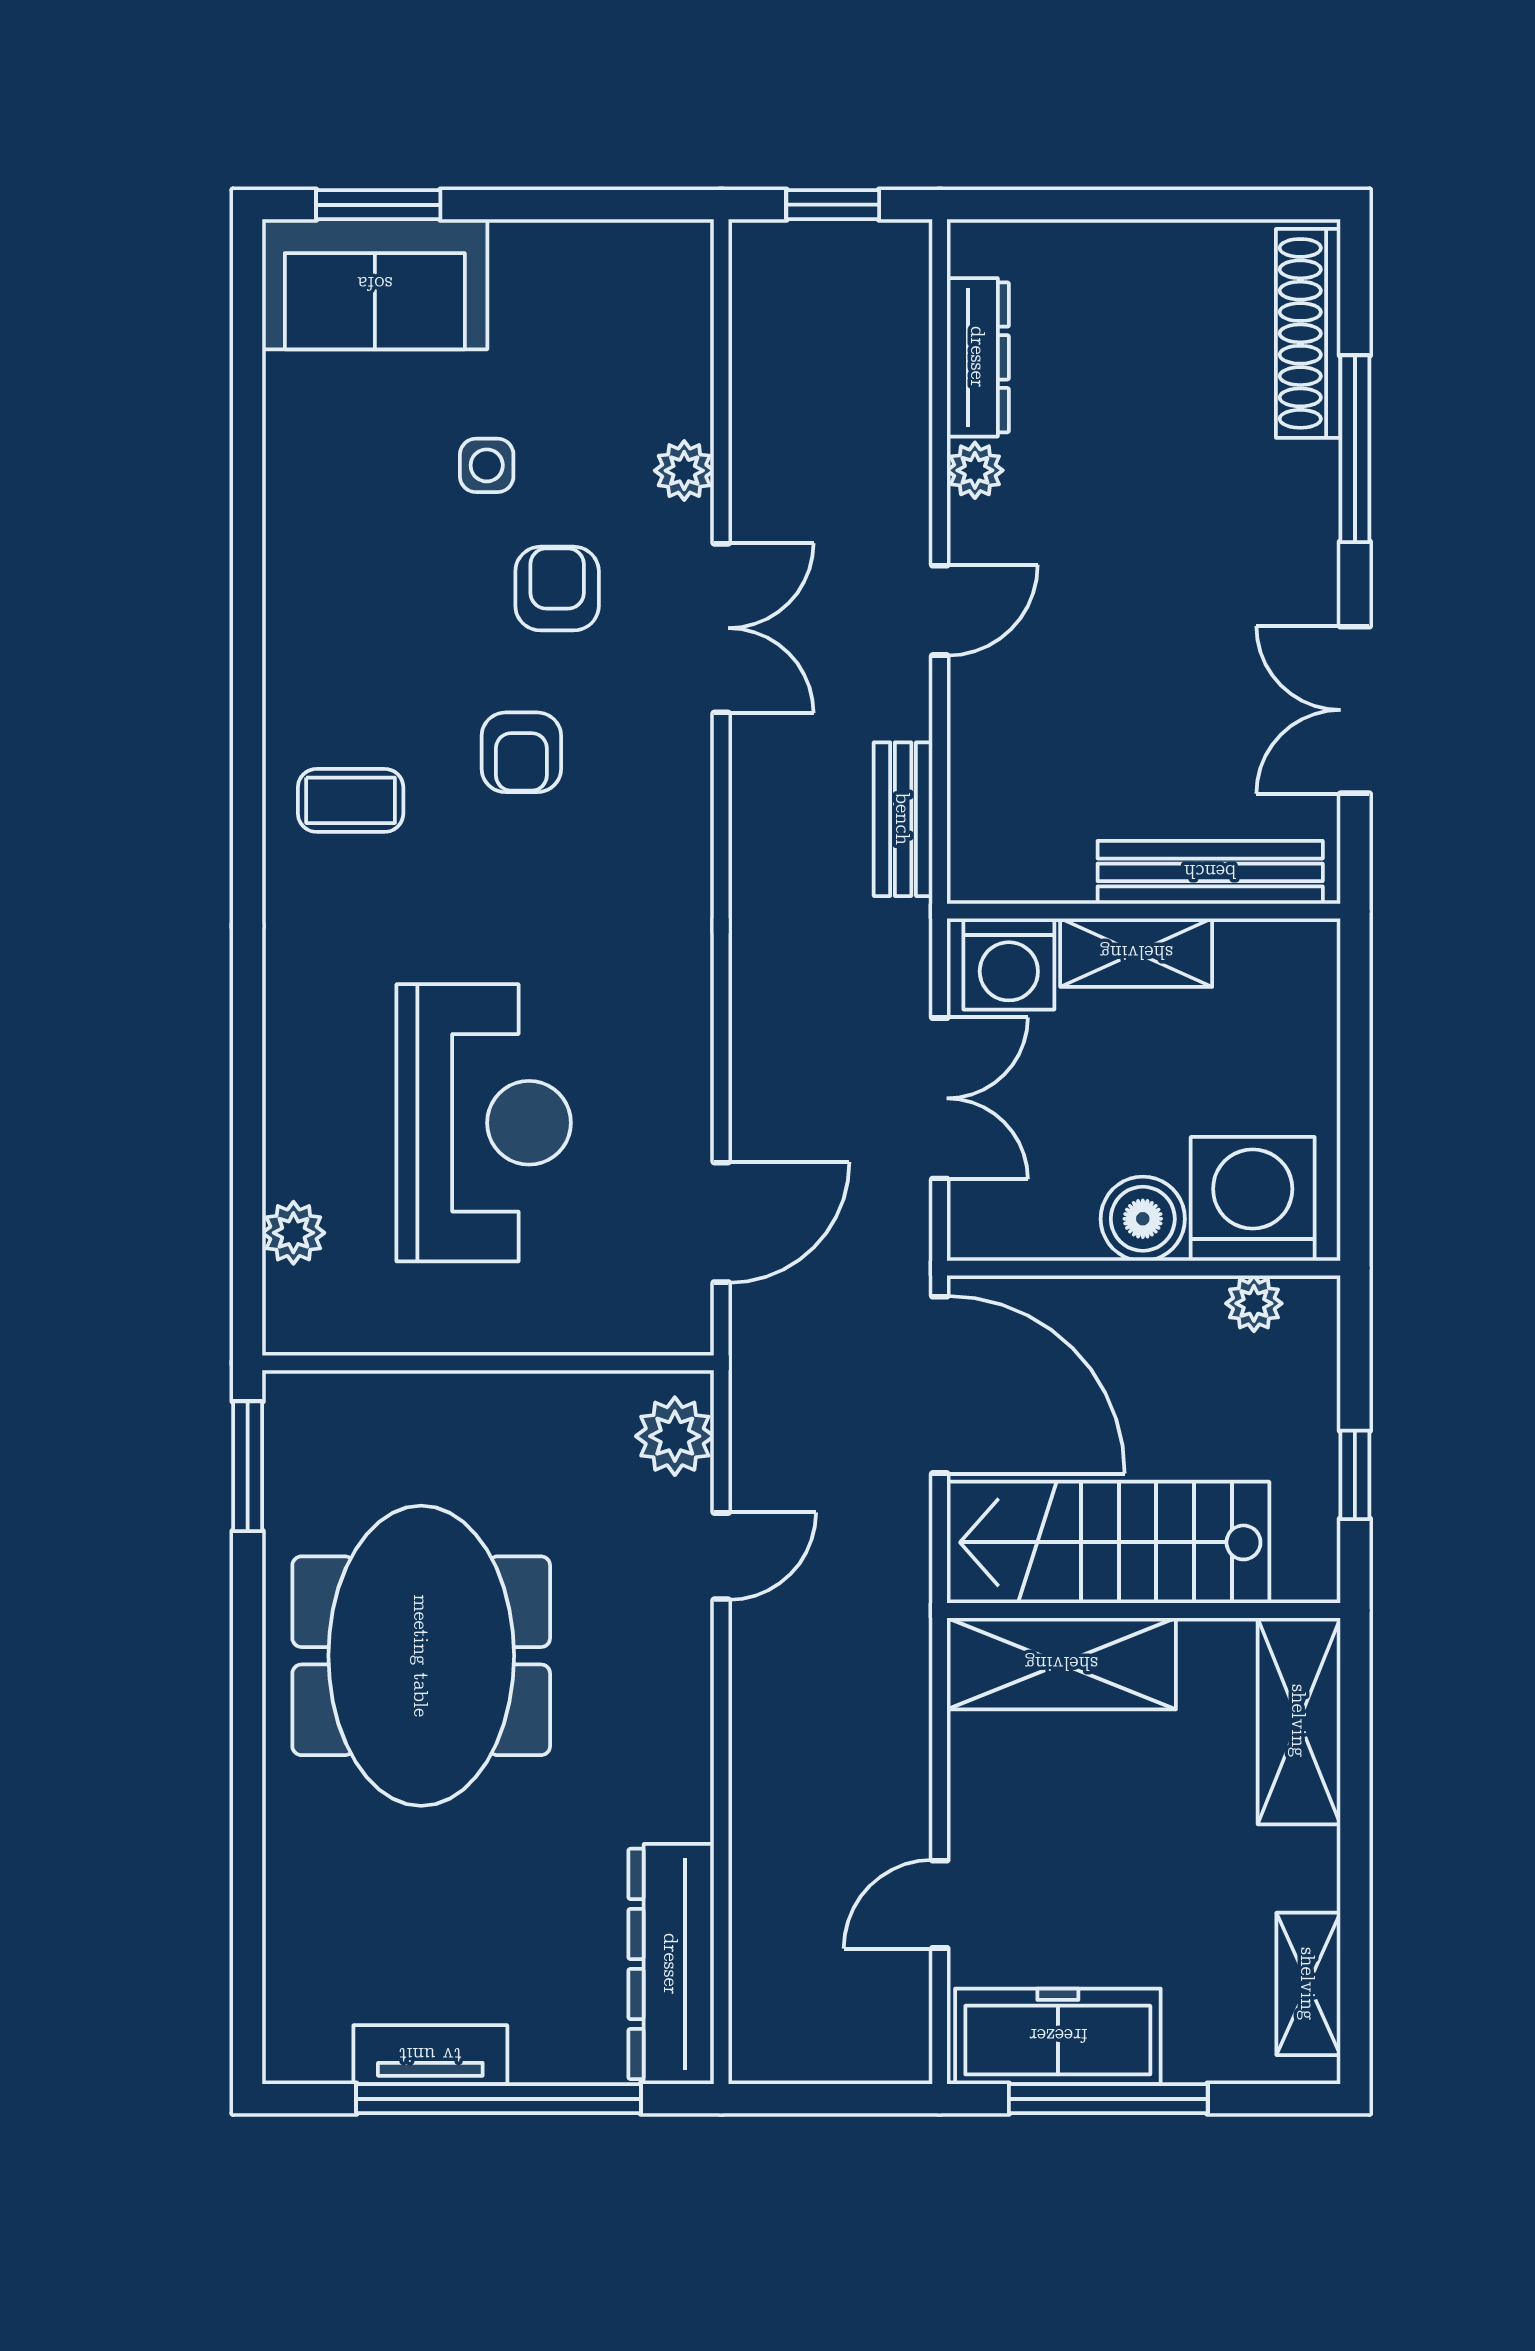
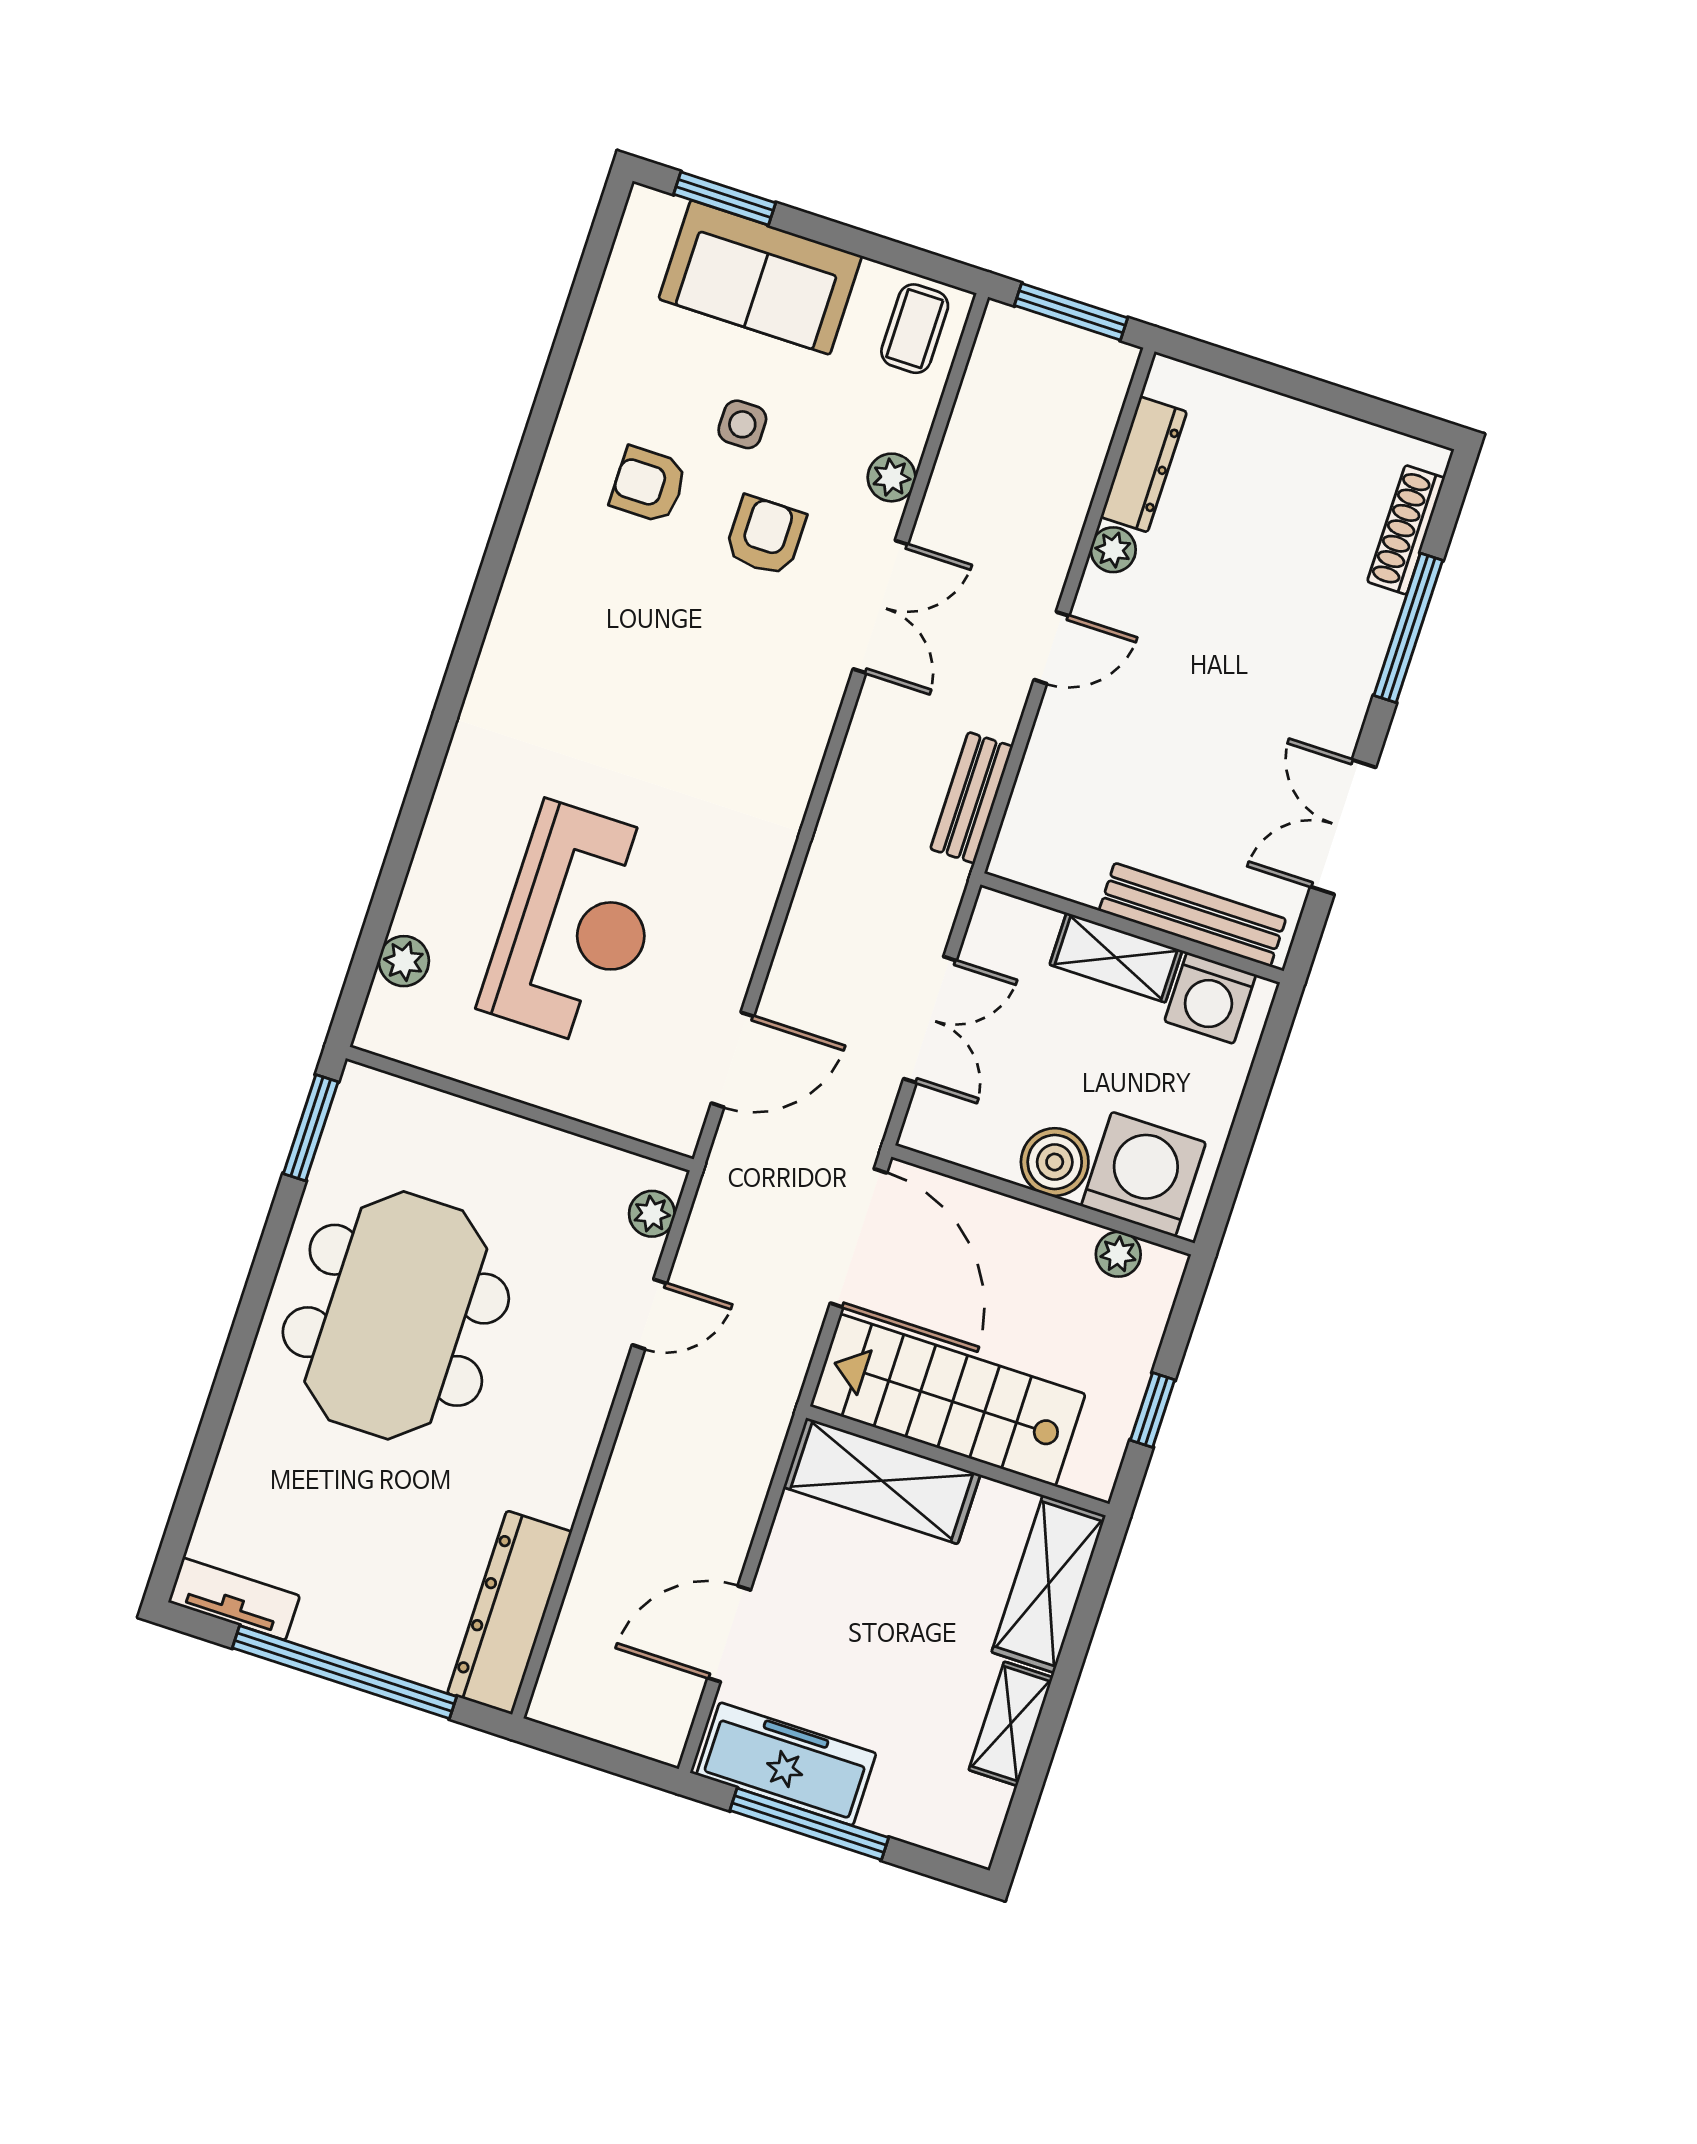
window: (833, 205) -> (1071, 312), width x1.50
sofa: (375, 284) -> (760, 277), moved
shoe rack: (1308, 333) -> (1406, 530), width x0.74, depth x0.81
armchair: (521, 752) -> (648, 485), moved, turned 90
coffee table: (351, 800) -> (915, 329), moved, turned 90
washing machine: (1009, 964) -> (1210, 998), moved
plant: (675, 1436) -> (652, 1214), width x0.73, depth x0.73
door: (940, 1904) -> (729, 1634), width x1.38
shelving: (1308, 1984) -> (1011, 1724), moved
tv unit: (430, 2055) -> (234, 1599), moved

